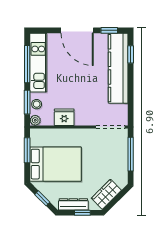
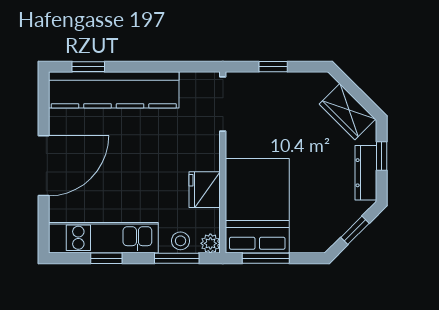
window: (109, 30) -> (44, 106), removed
window: (27, 64) -> (106, 258), width x0.46
window: (131, 154) -> (273, 67), width x0.46
bed: (55, 164) -> (257, 206), moved

